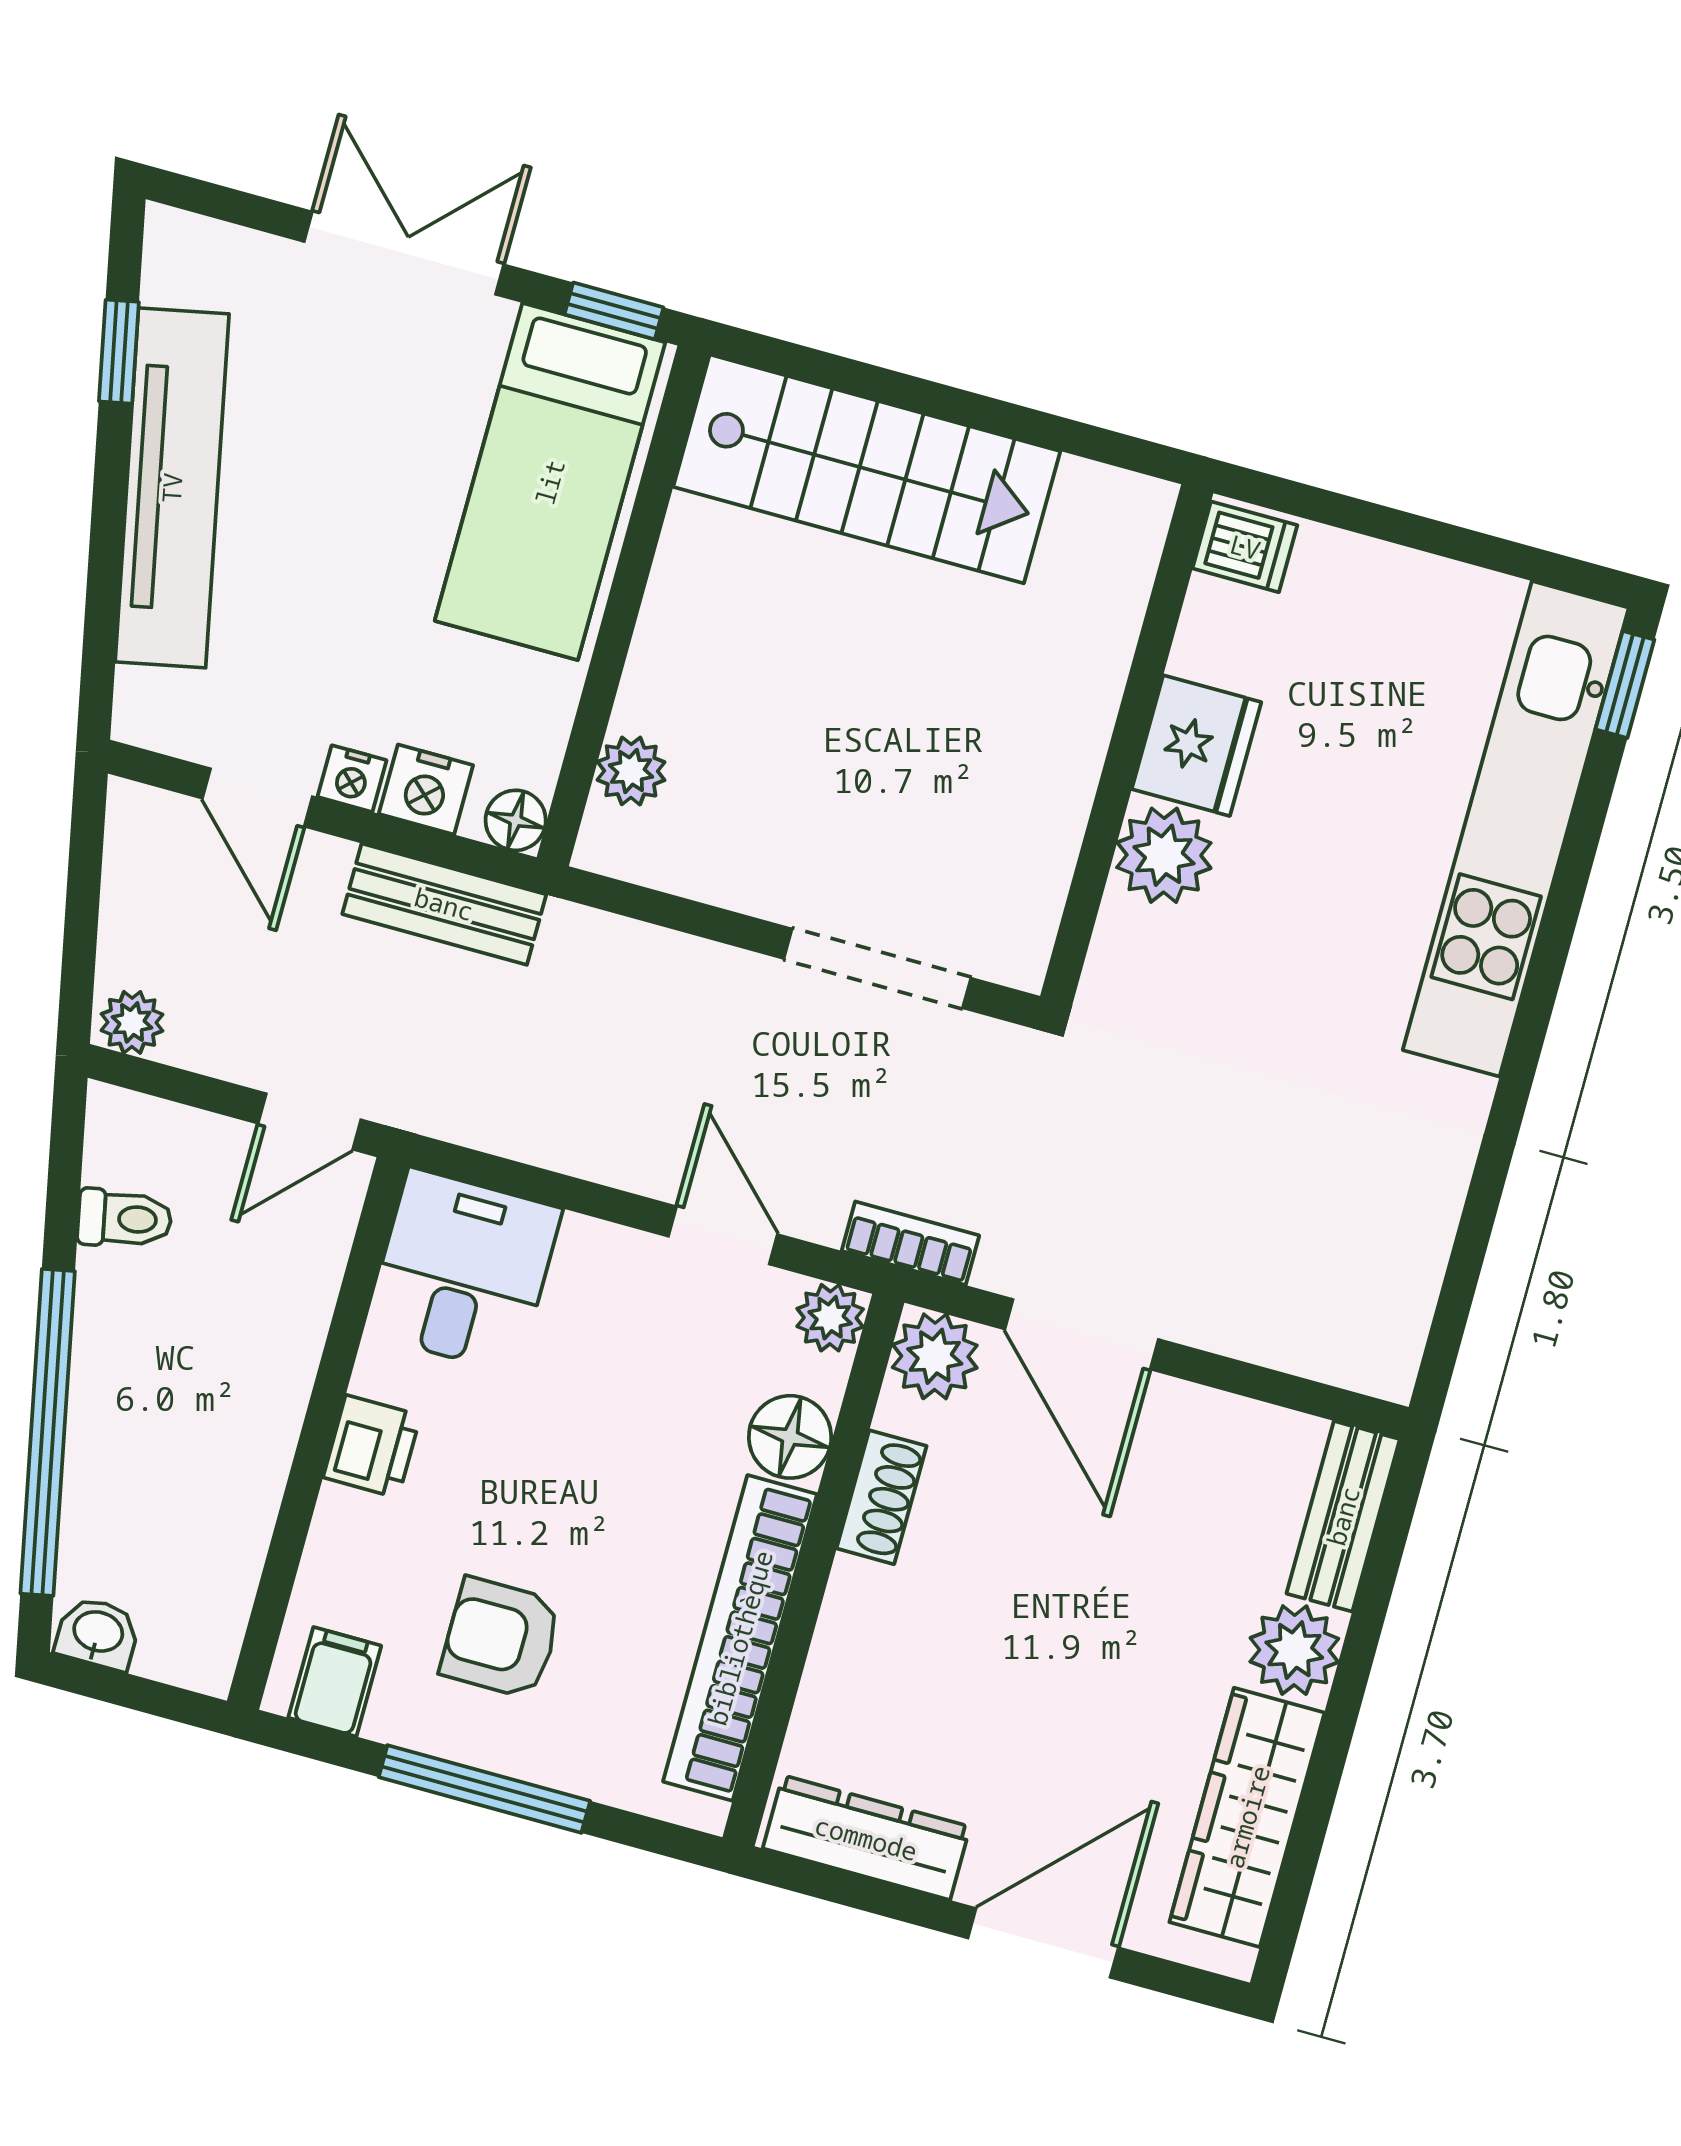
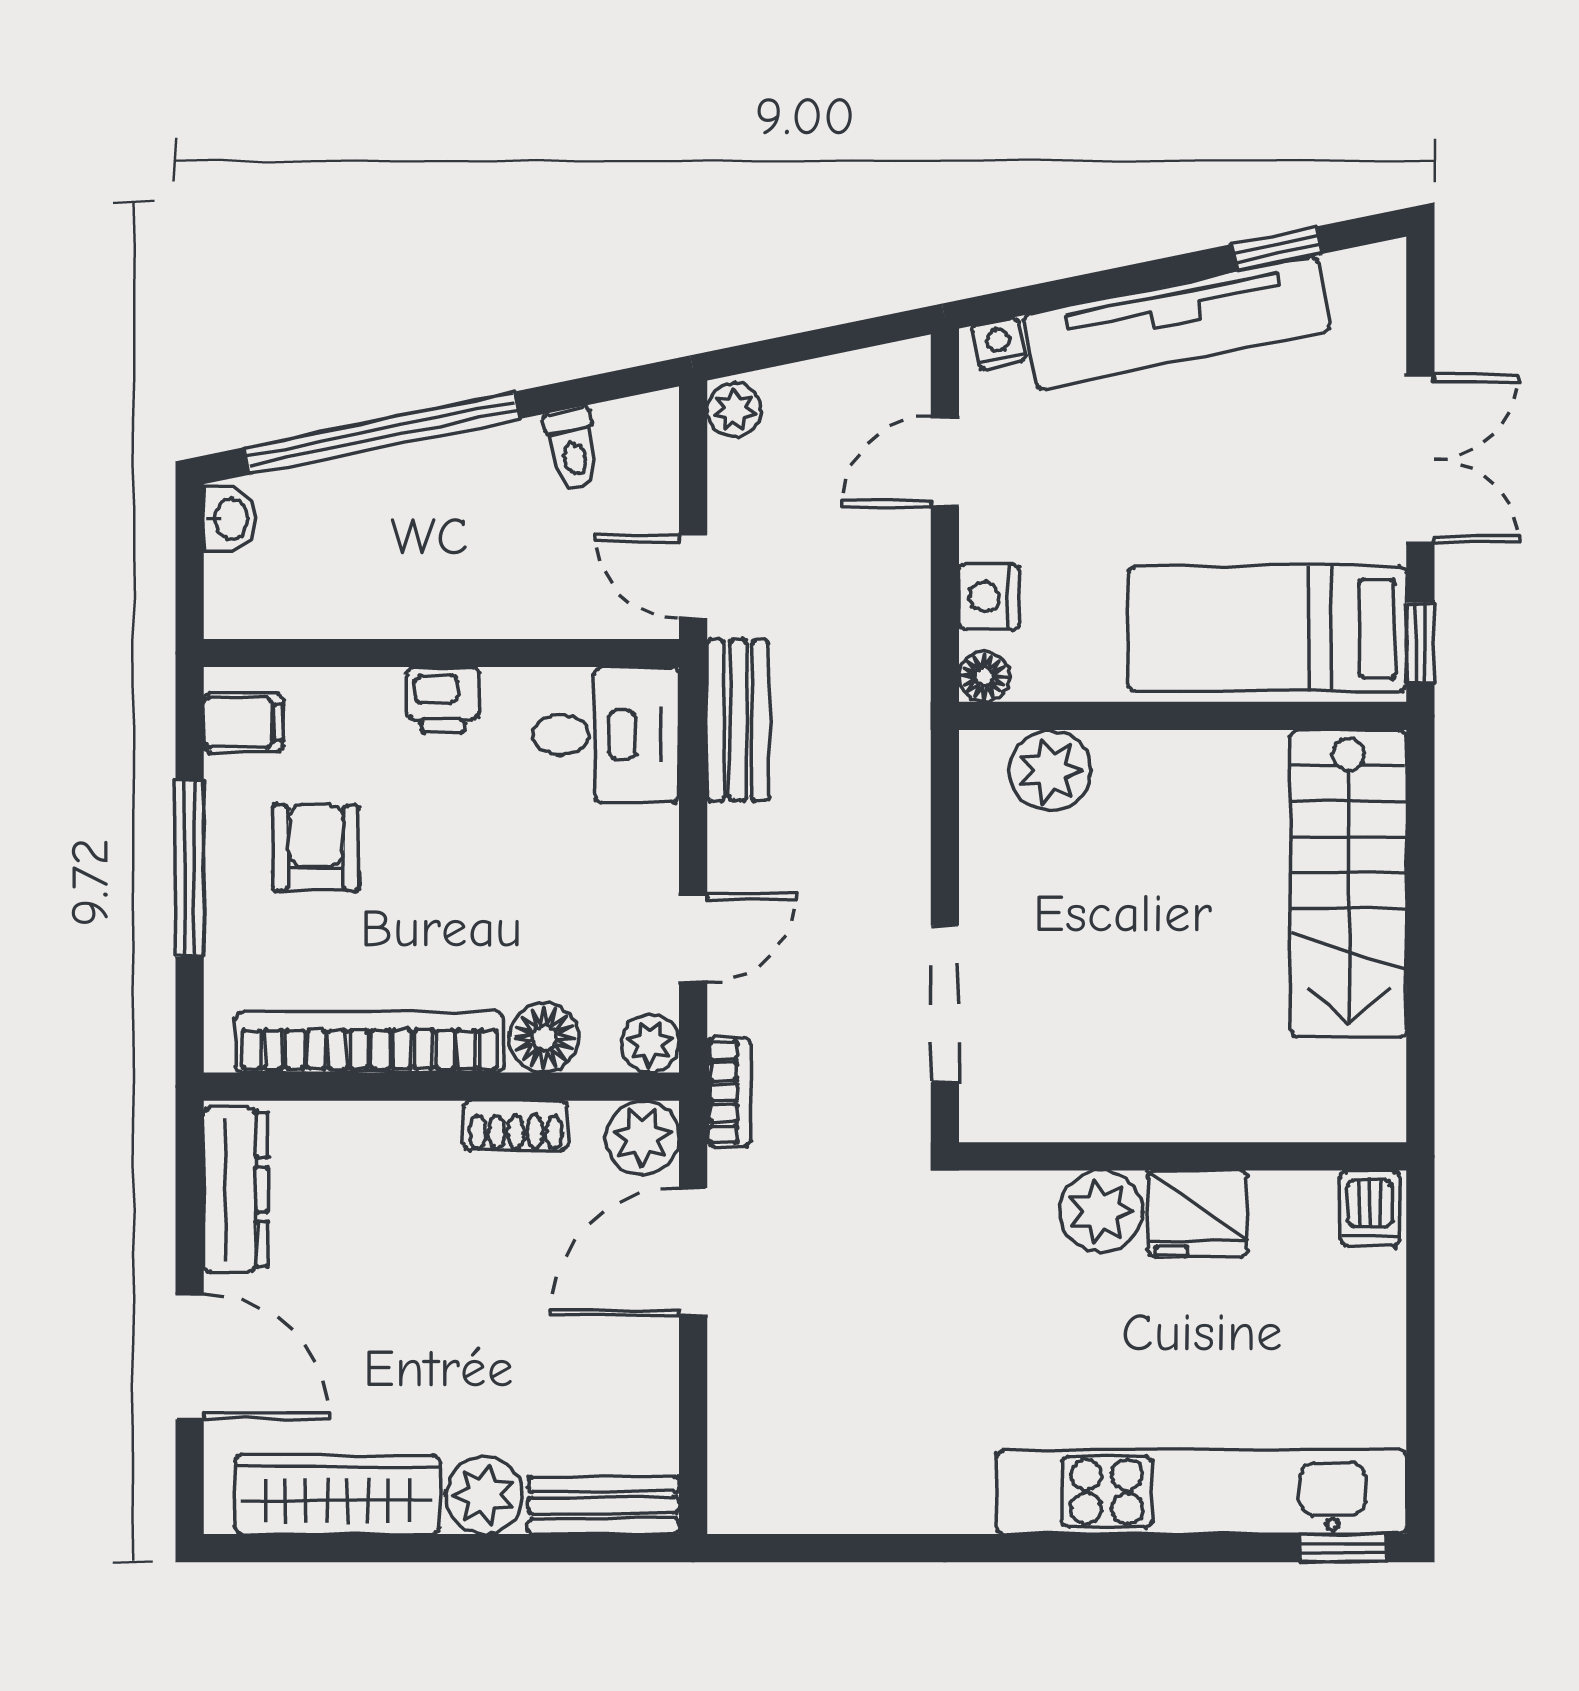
plant: (631, 771) -> (1050, 770), width x1.38, depth x1.38
nightstand: (352, 779) -> (999, 344), moved, turned 78
bench: (444, 904) -> (738, 720), moved

